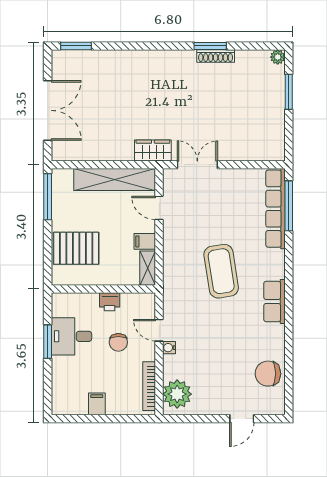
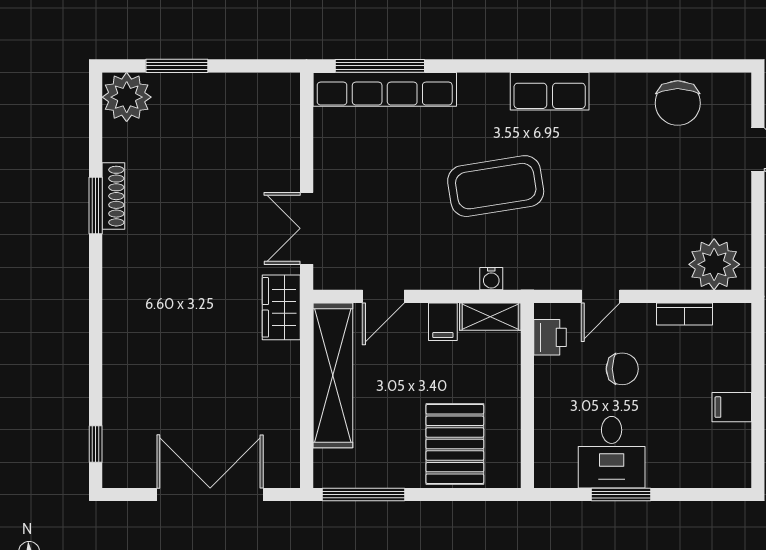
window: (76, 46) -> (96, 444), width x0.67
plant: (278, 57) -> (127, 97), width x1.87, depth x1.87
printer: (110, 302) -> (550, 337), moved
water cooler: (169, 348) -> (491, 279), moved
bookcase: (149, 386) -> (684, 314), width x0.64

